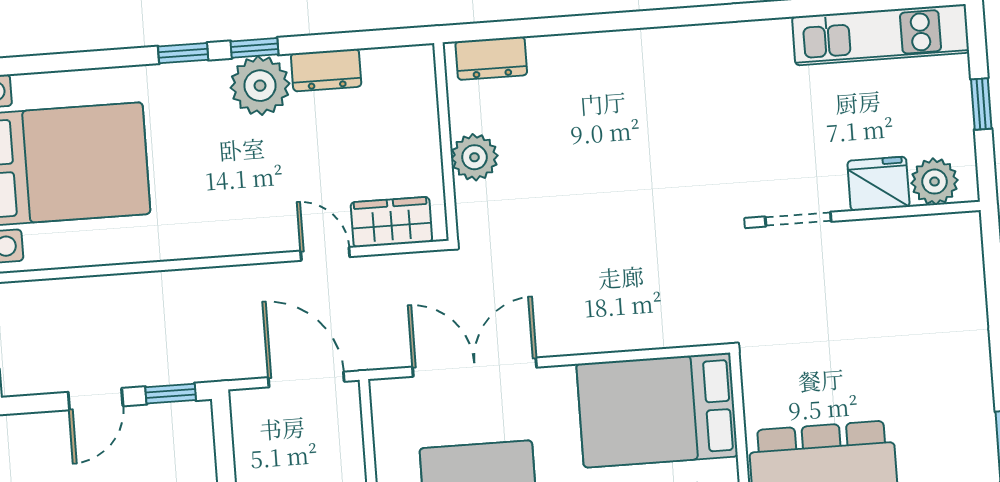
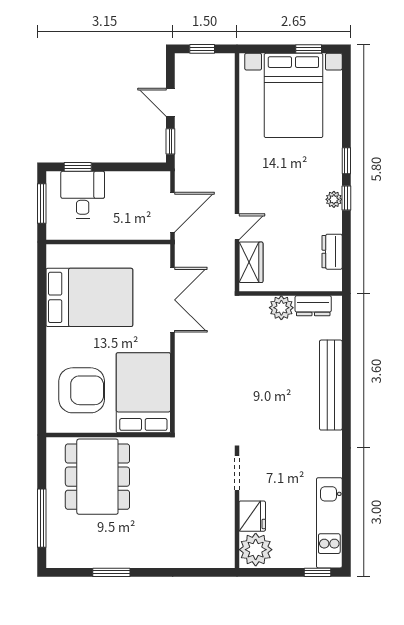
bench: (616, 51) -> (331, 385), added
dresser: (491, 58) -> (313, 306), moved, turned -90
dresser: (326, 70) -> (332, 252), moved
plant: (260, 86) -> (334, 199), width x0.53, depth x0.53
window: (981, 104) -> (318, 572), moved
plant: (935, 182) -> (256, 550), width x1.36, depth x1.36

